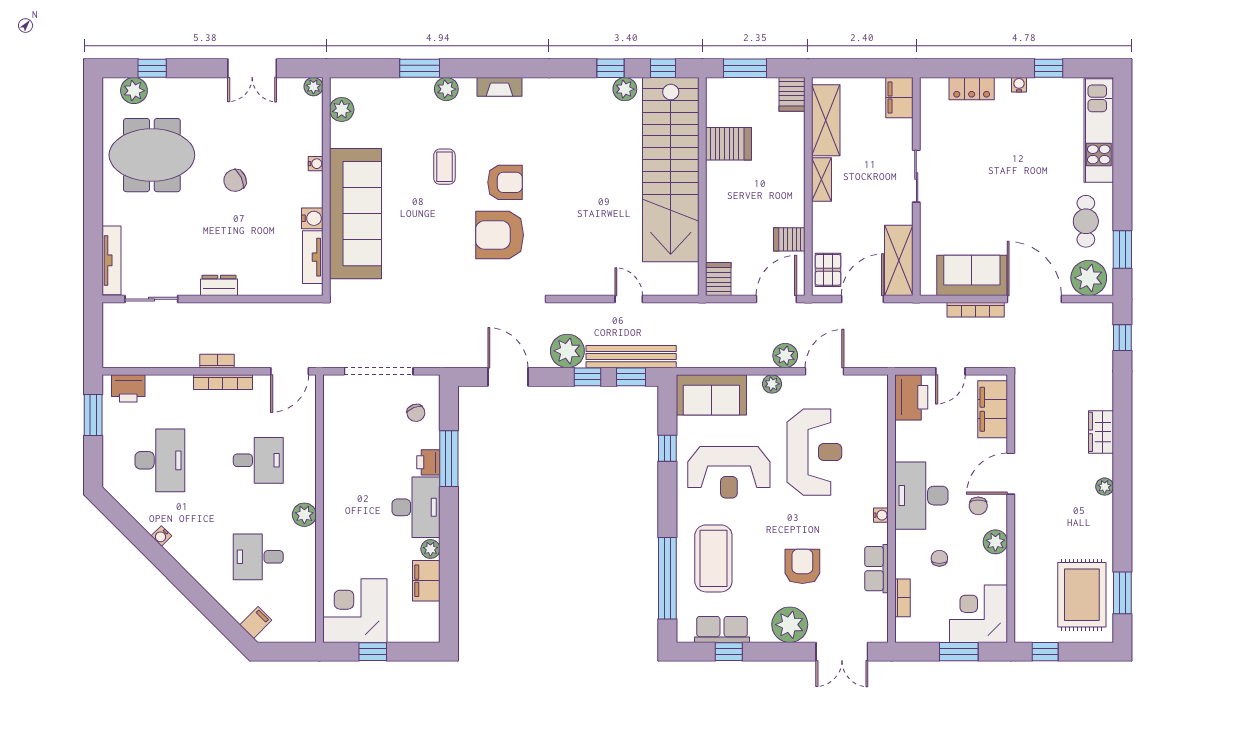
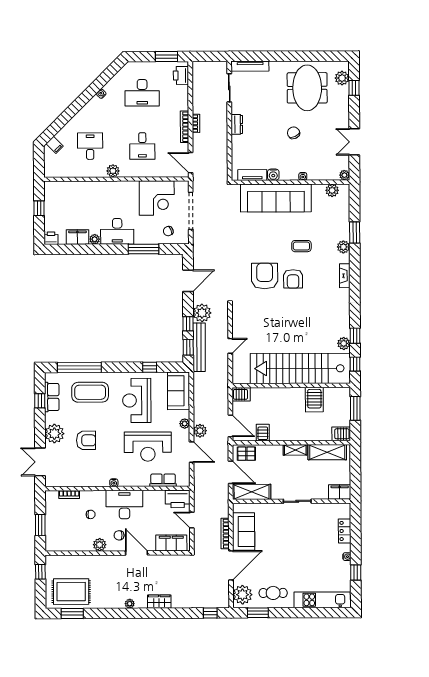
printer: (428, 462) -> (51, 238), moved
row of seats: (877, 569) -> (163, 480), moved
corner desk: (355, 611) -> (157, 198), moved, turned 90
corner desk: (979, 614) -> (61, 536), removed

